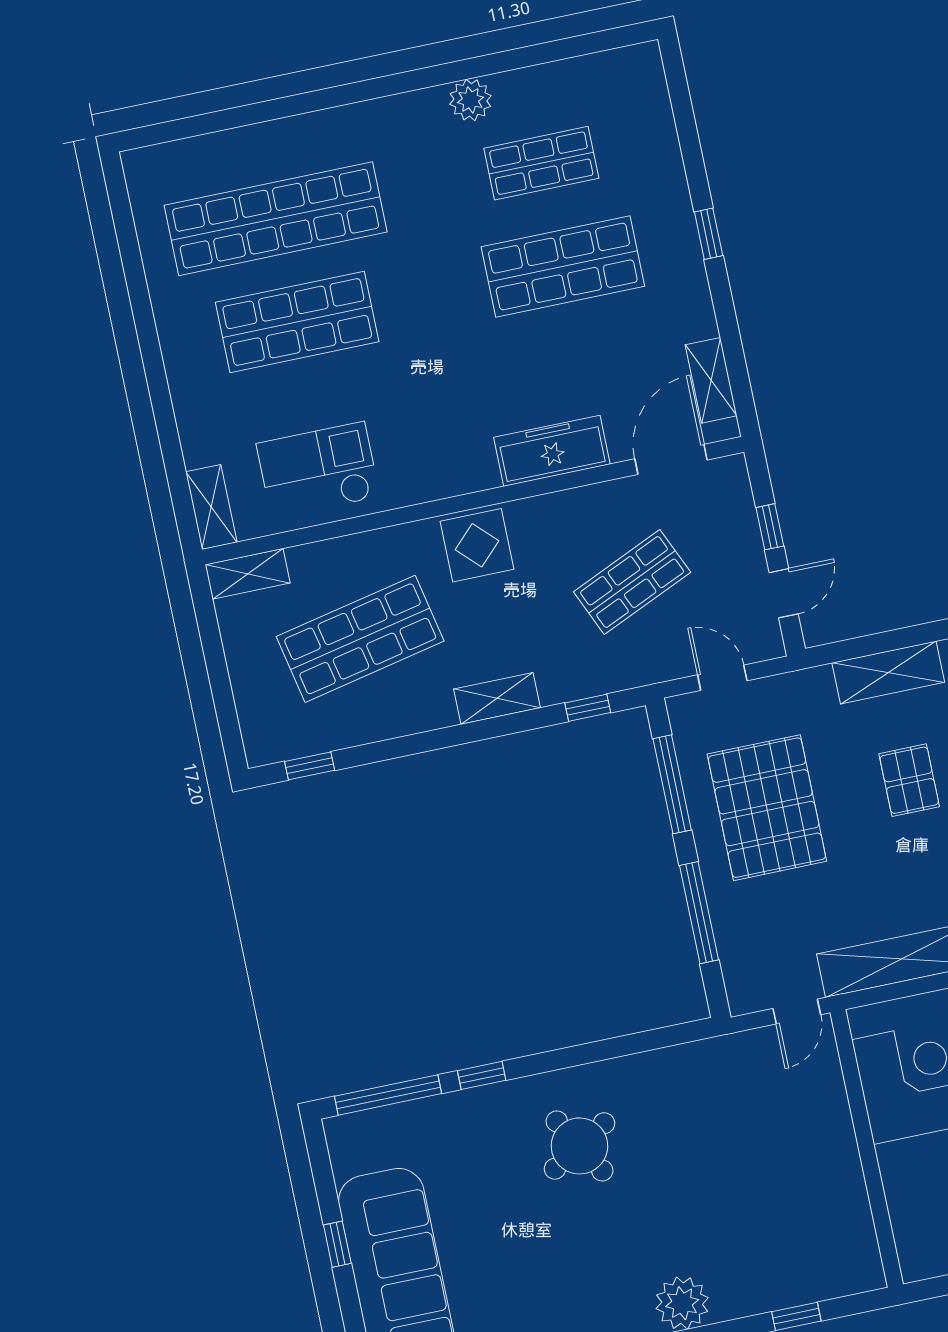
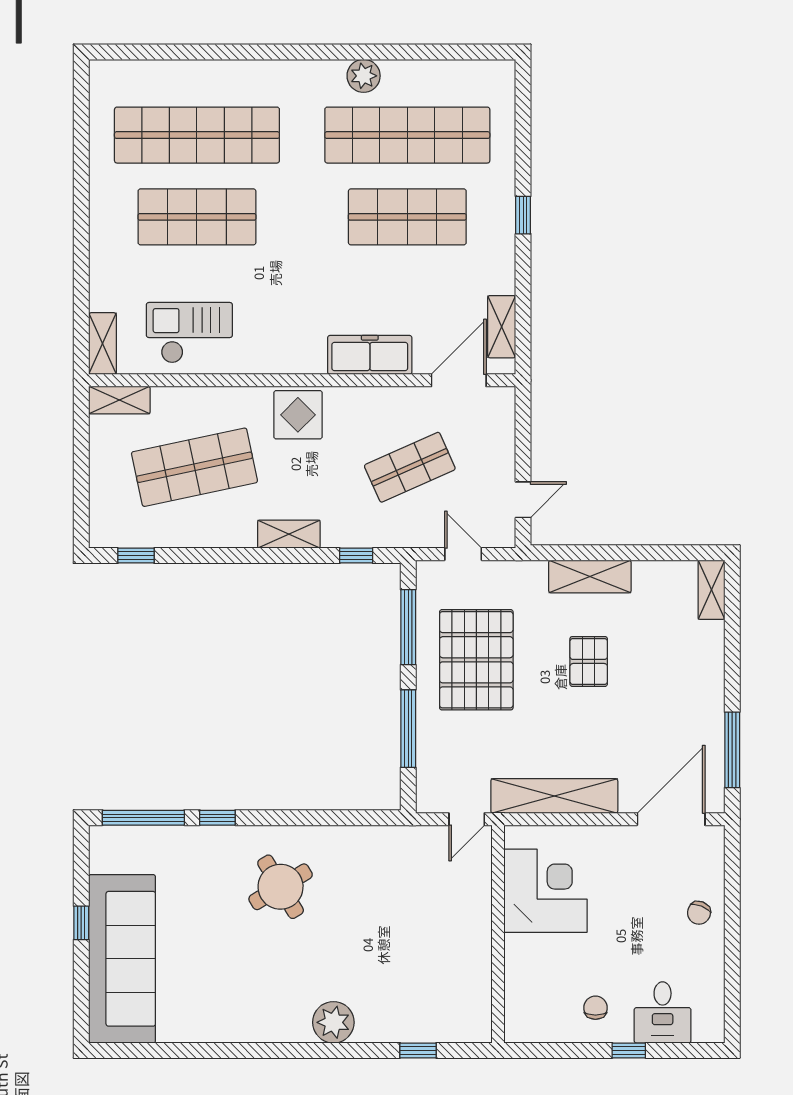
shop shelf: (541, 163) -> (407, 135), width x2.00, depth x1.36
window: (770, 527) -> (523, 447), removed

